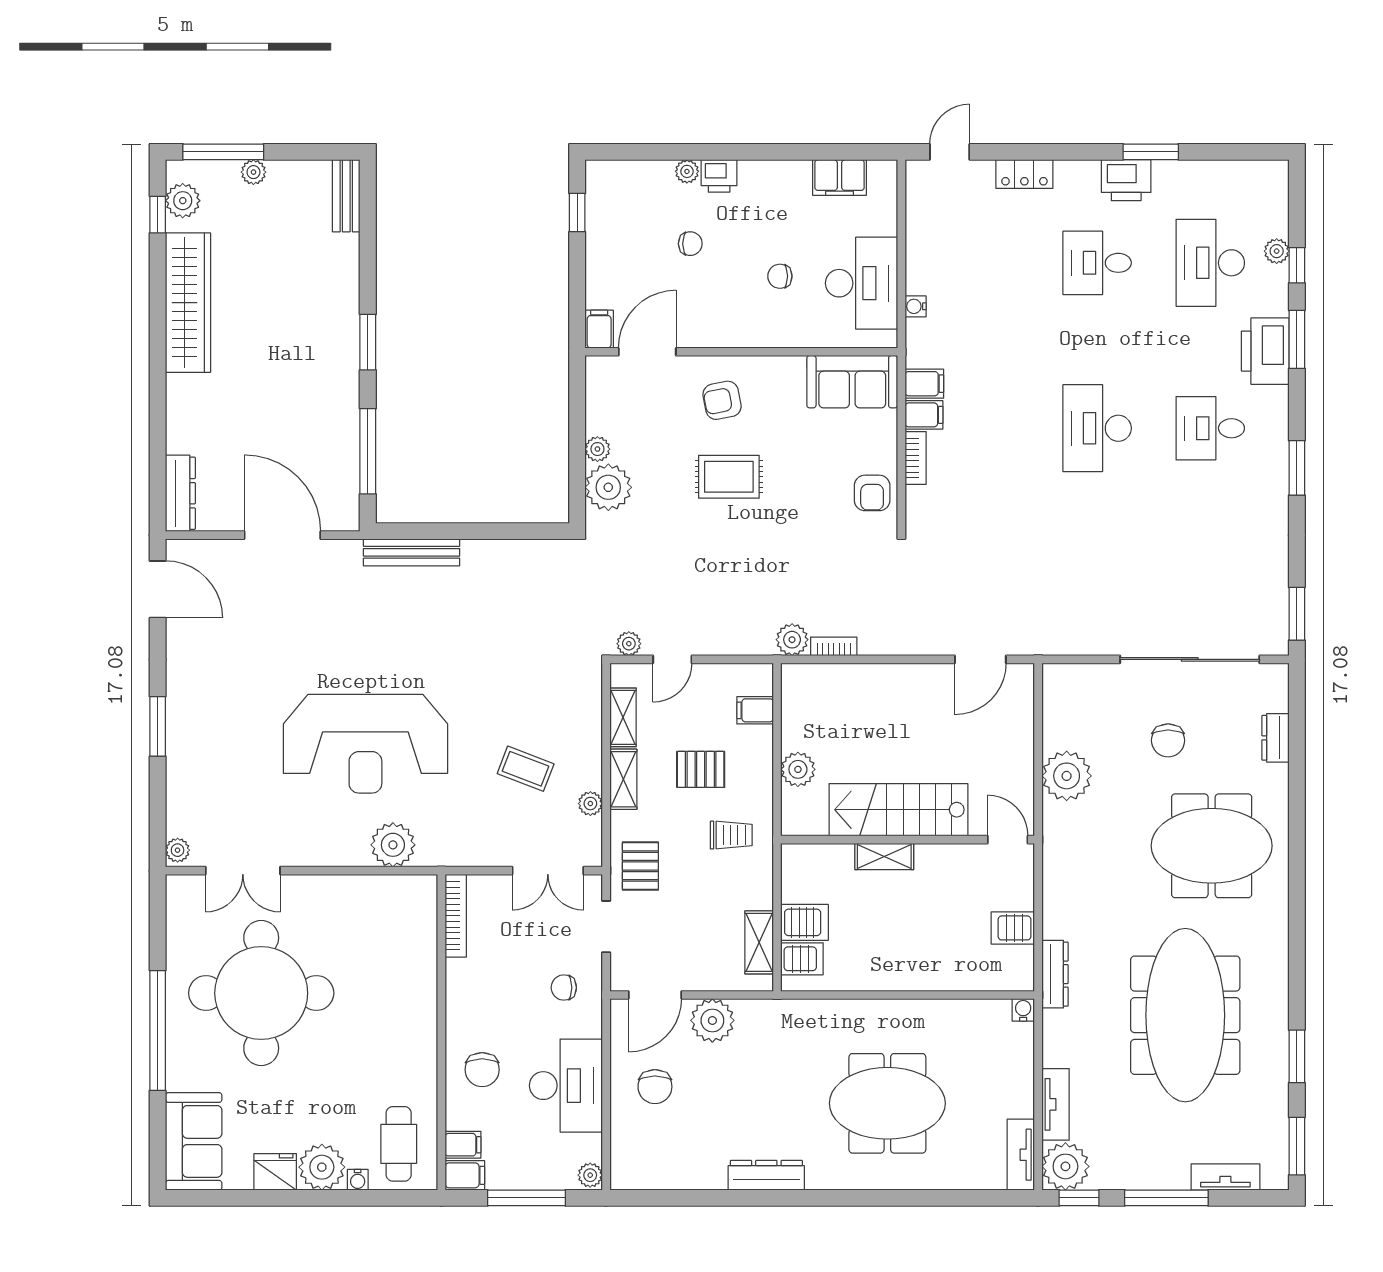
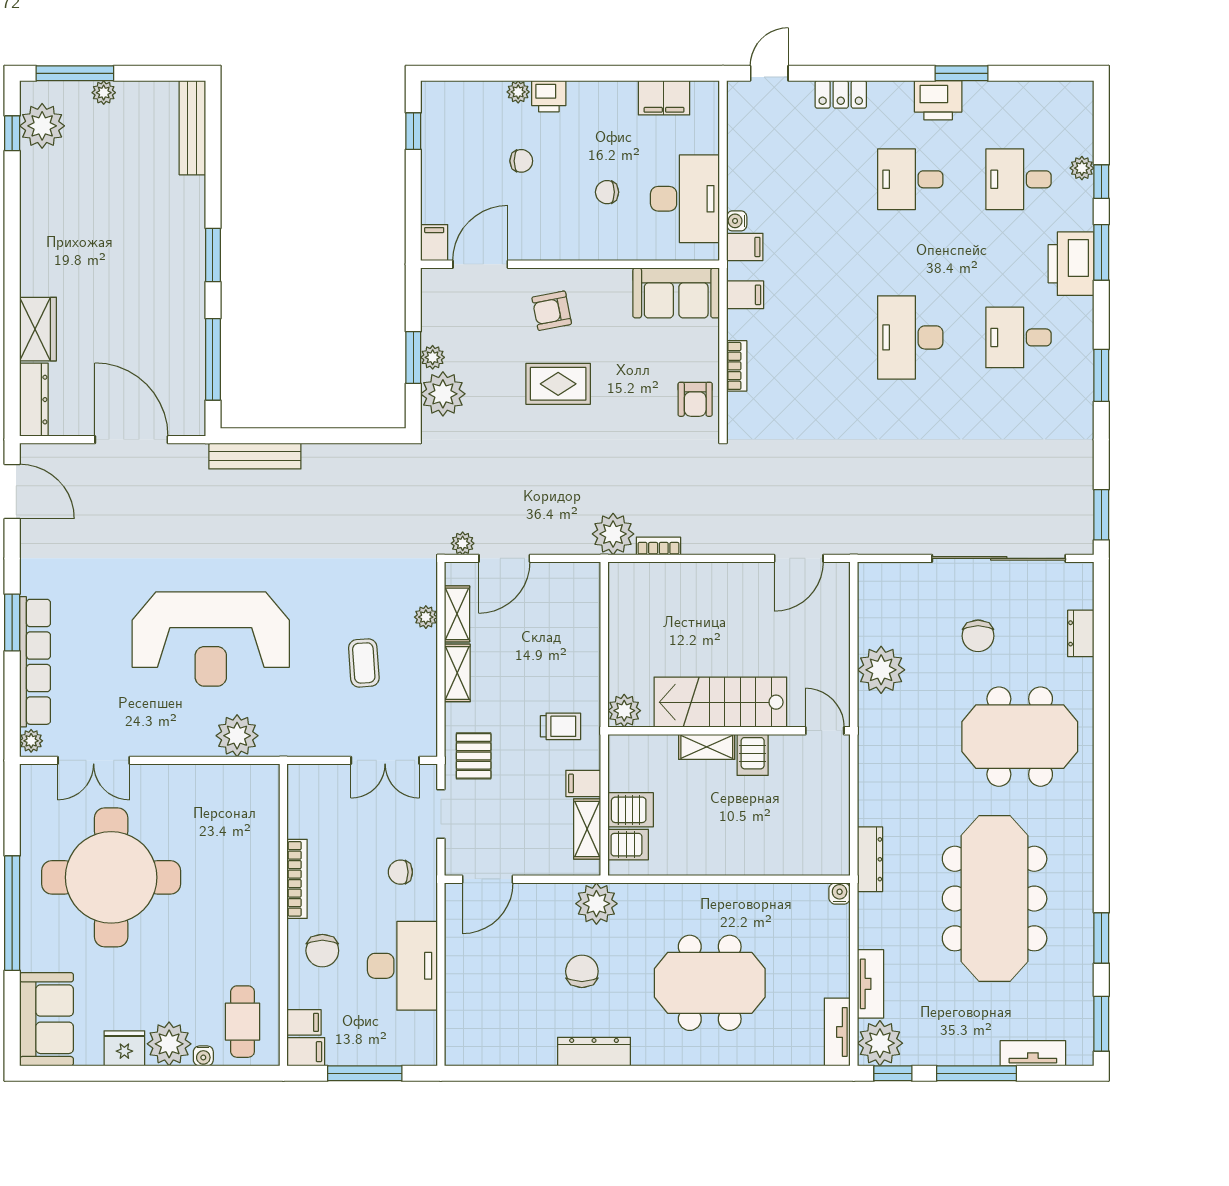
bench: (346, 196) -> (192, 128), width x1.36
plant: (183, 201) -> (42, 126), width x1.36, depth x1.36
desk: (1210, 263) -> (1018, 179), width x0.73
wardrobe: (188, 303) -> (38, 329), moved, width x0.48, depth x0.85
filing cabinet: (924, 415) -> (745, 247), moved
window: (577, 449) -> (413, 357), added
plant: (792, 640) -> (613, 534), width x1.36, depth x1.36
door: (672, 659) -> (504, 558), width x1.38
filing cabinet: (755, 710) -> (583, 783), moved
row of seats: (182, 768) -> (35, 662), added
coffee table: (526, 769) -> (364, 663), turned 65
pallet: (701, 769) -> (531, 664), removed
plant: (798, 769) -> (624, 711), moved
plant: (590, 804) -> (426, 617), moved
bookcase: (456, 916) -> (297, 879), moved
server rack: (1013, 928) -> (753, 755), moved, turned -90
plant: (712, 1020) -> (596, 904), moved
chair: (655, 1087) -> (582, 971), moved, turned 180
plant: (590, 1175) -> (426, 1051), removed

